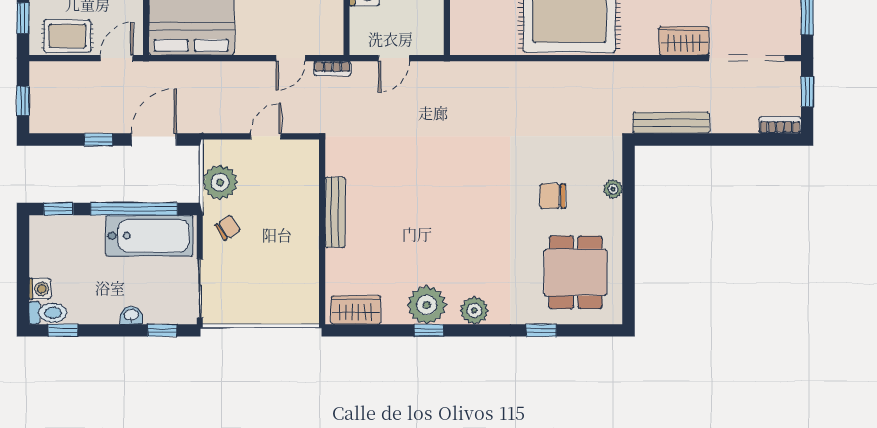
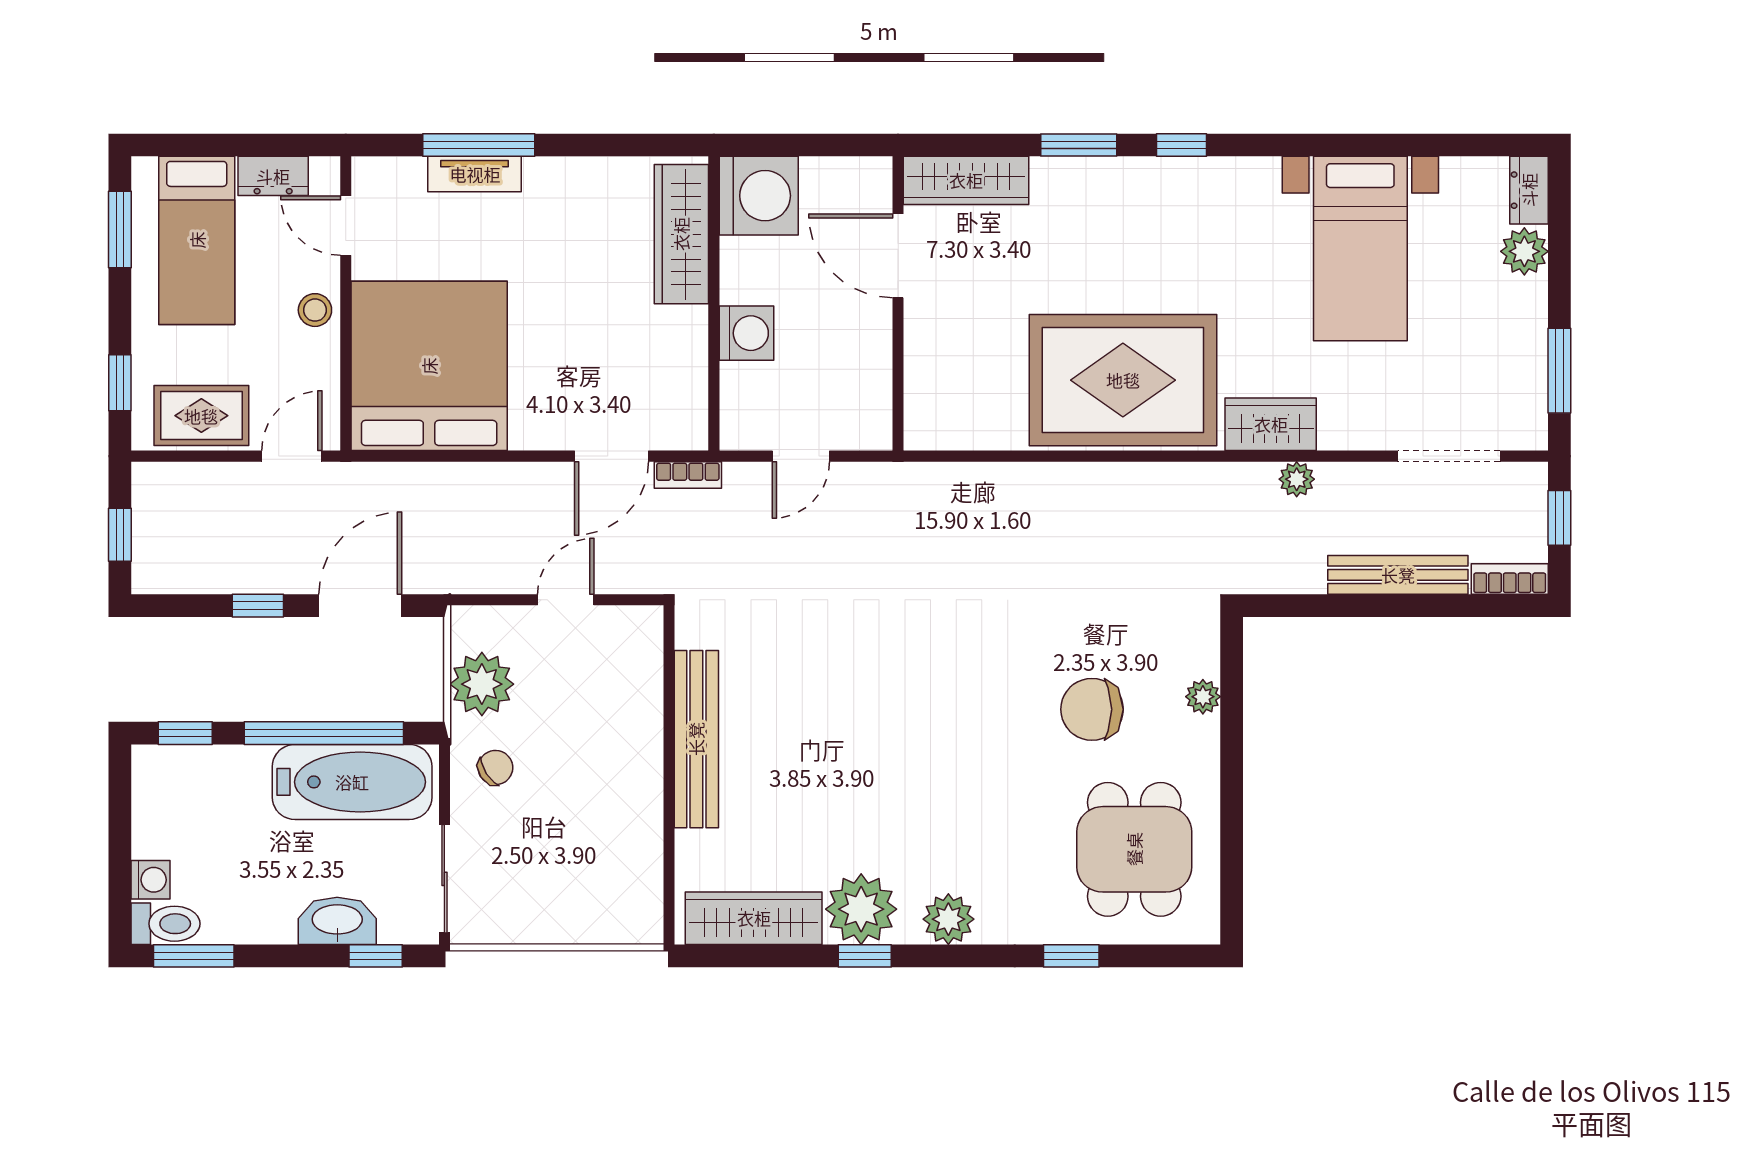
wardrobe: (684, 41) -> (1271, 424), moved
door: (291, 58) -> (611, 456), width x1.38
doorway: (747, 58) -> (1449, 456), width x0.73
plant: (664, 71) -> (1297, 479), added
bench: (671, 123) -> (1398, 575), moved
chair: (553, 196) -> (1092, 709), width x1.37, depth x1.37
bench: (335, 212) -> (696, 739), width x1.37, depth x1.21
wardrobe: (356, 310) -> (754, 918), width x1.50
washbasin: (131, 315) -> (337, 921), width x1.91, depth x1.45
window: (63, 330) -> (194, 956), width x1.50

